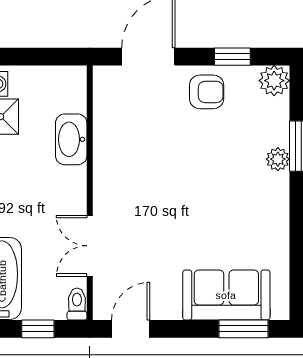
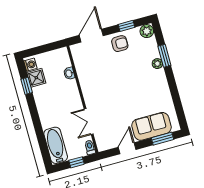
washbasin: (71, 139) -> (69, 73), width x0.52, depth x0.69
door: (131, 329) -> (127, 148), moved

